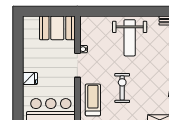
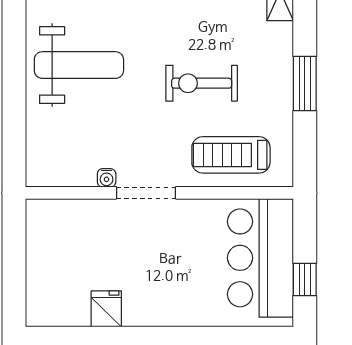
booth: (57, 28) -> (55, 242), removed
fridge: (30, 78) -> (106, 309), moved

